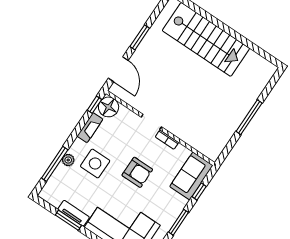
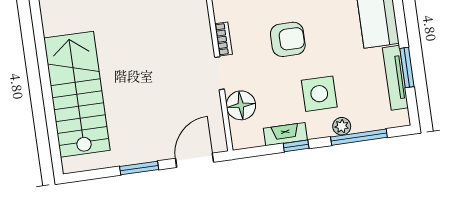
window: (94, 105) -> (296, 146), moved
floor lamp: (109, 107) -> (241, 105), moved
armchair: (137, 172) -> (288, 39), turned 90
tv unit: (74, 213) -> (395, 78), width x1.41

